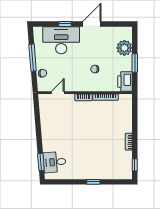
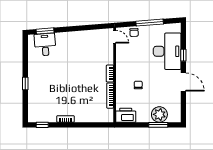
window: (135, 63) -> (158, 125), moved
door: (58, 93) -> (115, 37), moved

